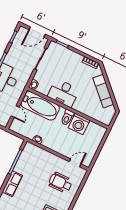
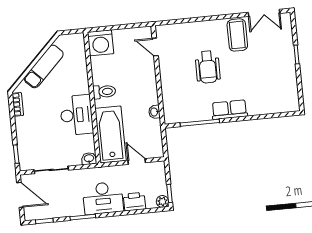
door: (15, 112) -> (137, 162), hinge flipped
washing machine: (79, 124) -> (101, 43), moved, turned 90
wheelchair: (60, 183) -> (208, 67), moved

